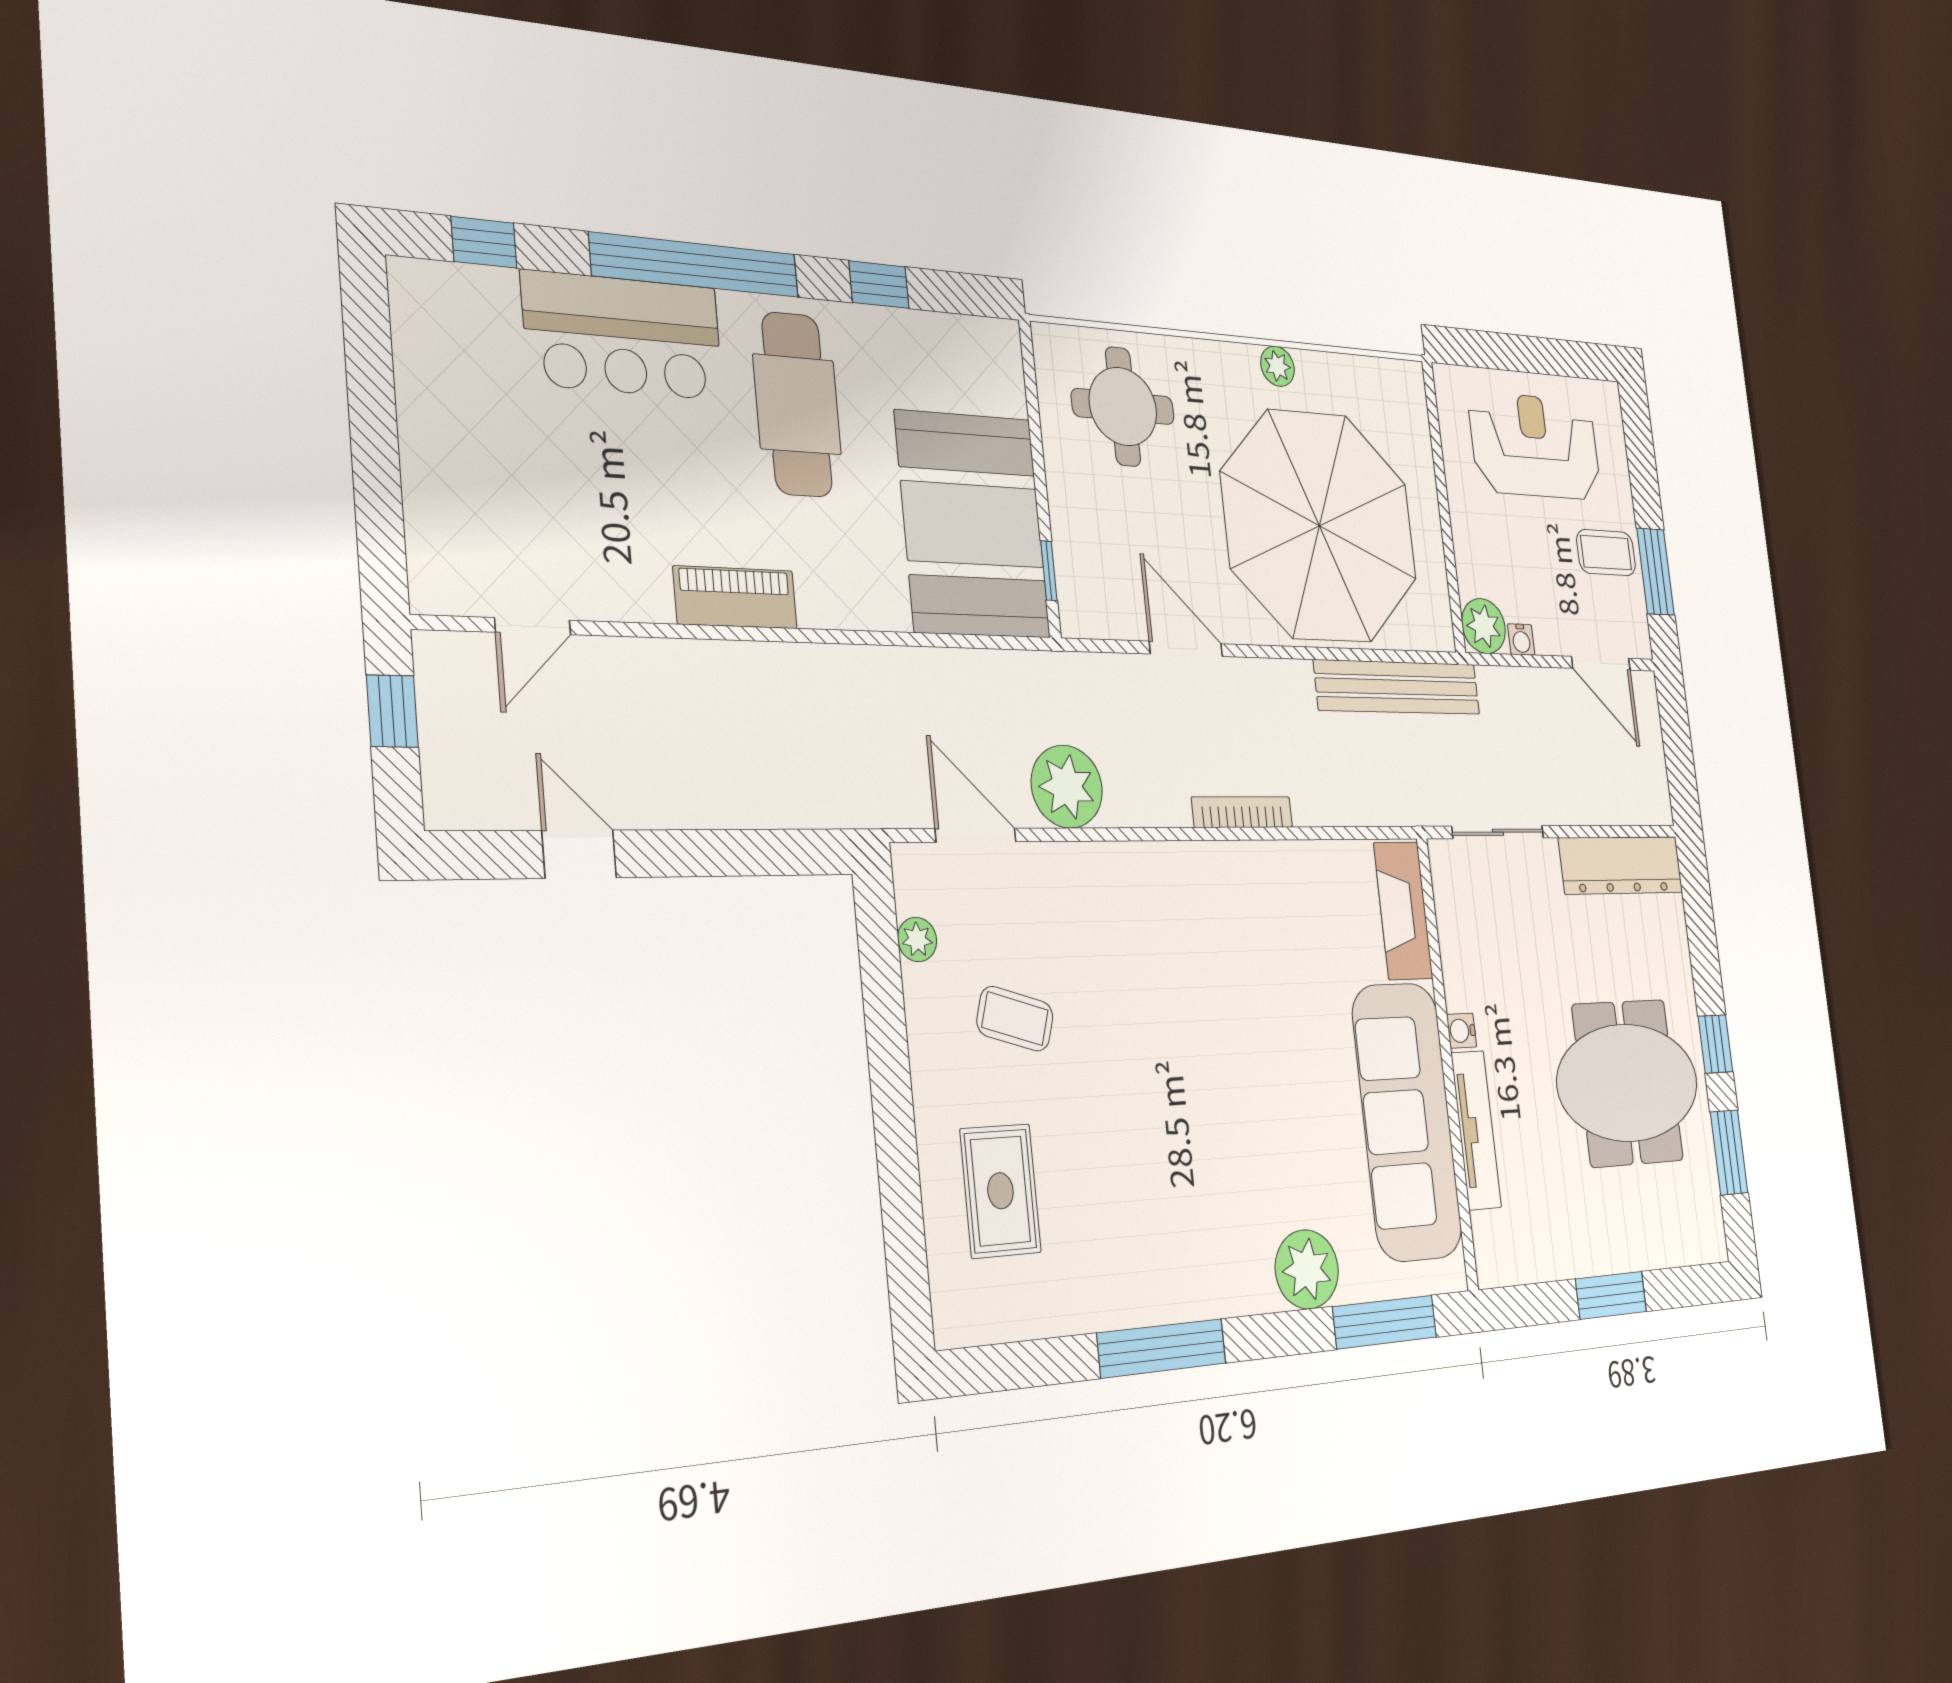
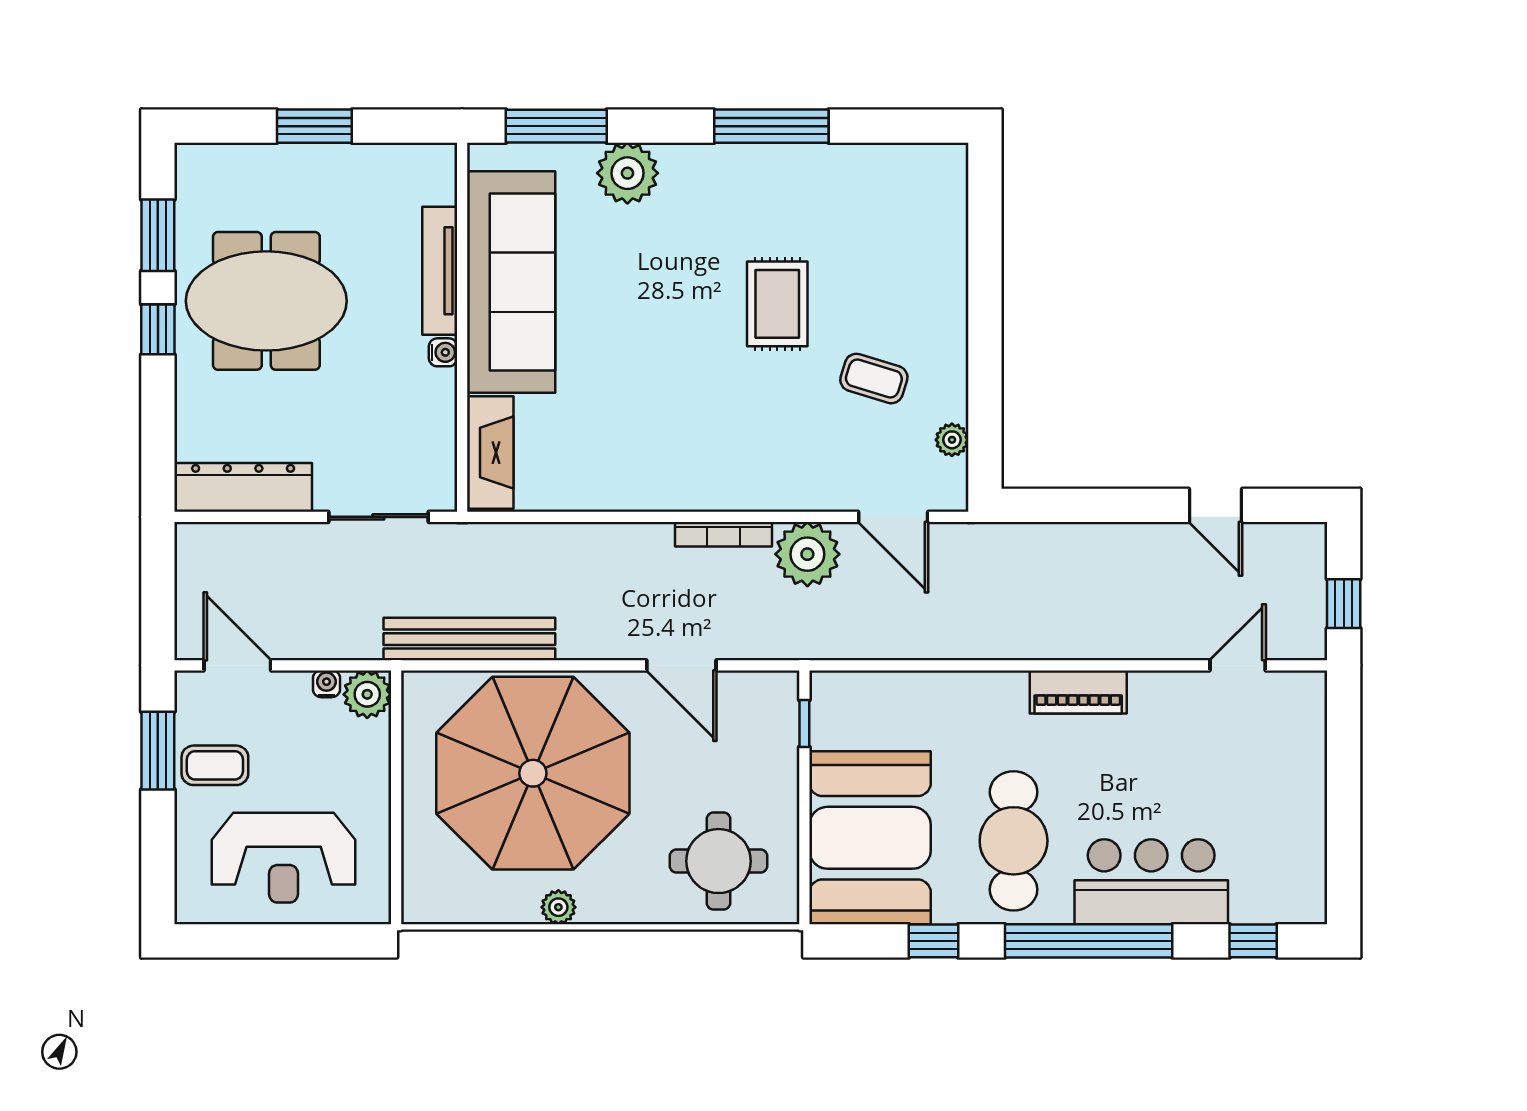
booth: (973, 524) -> (870, 838), moved
bookcase: (1242, 812) -> (724, 534), moved
rug: (1000, 1191) -> (777, 304), moved

